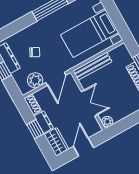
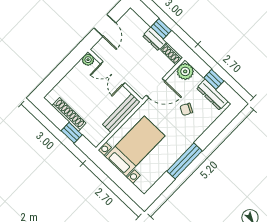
door: (56, 79) -> (156, 88), swing flipped
plant: (35, 80) -> (185, 71), moved
wardrobe: (57, 142) -> (135, 22), removed

